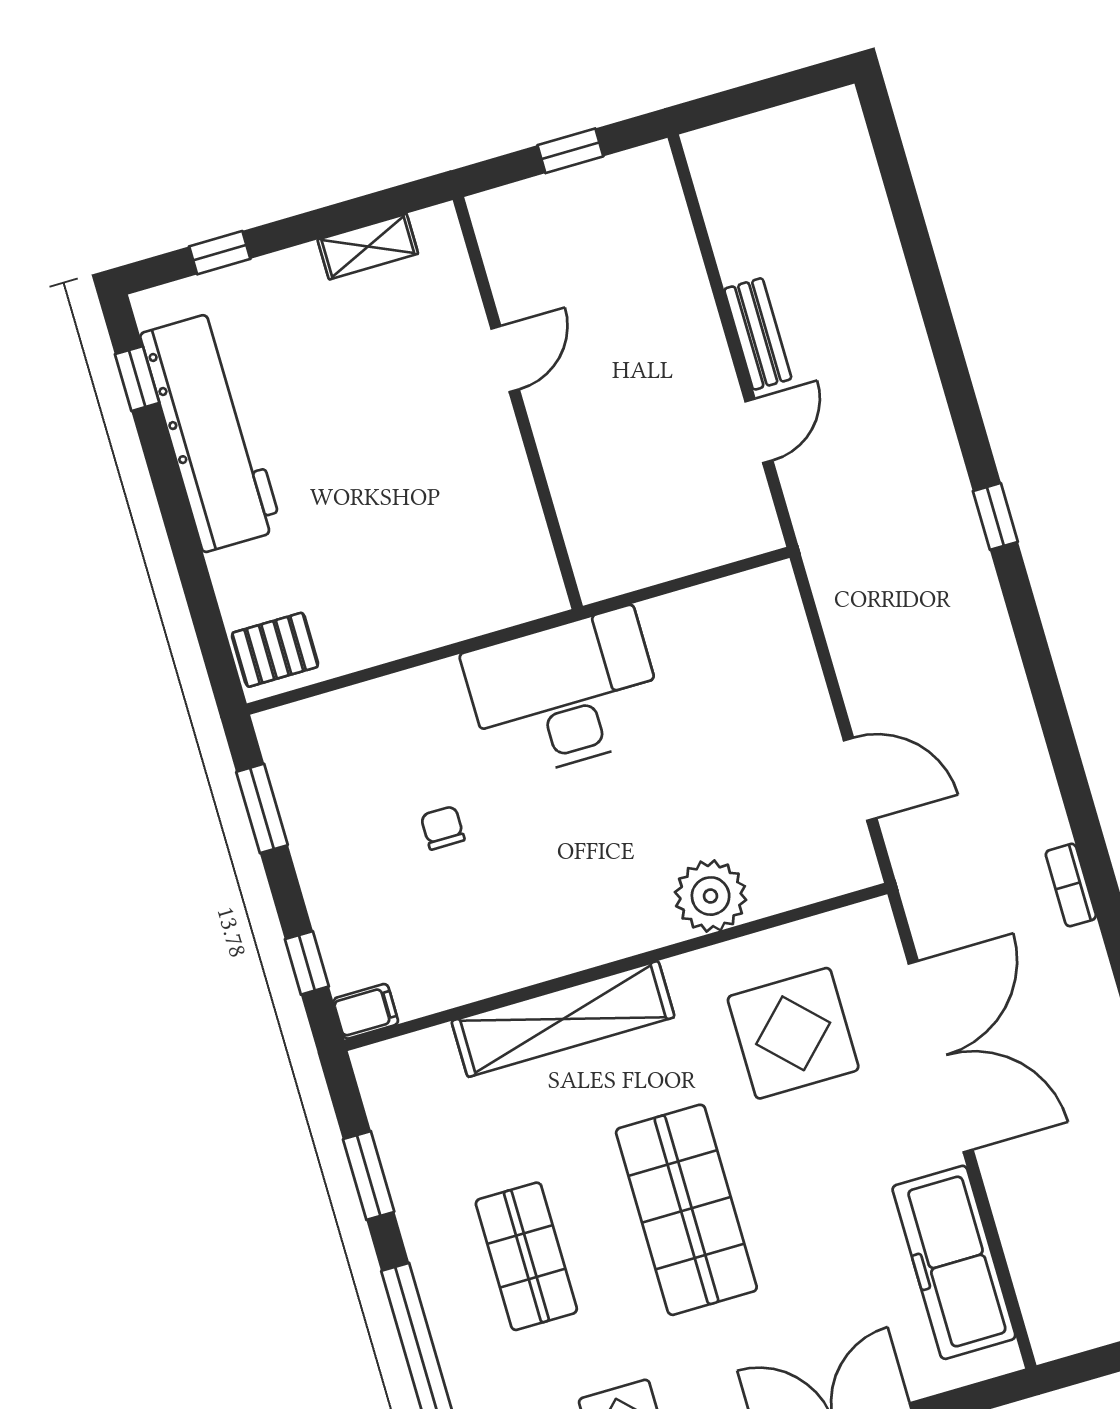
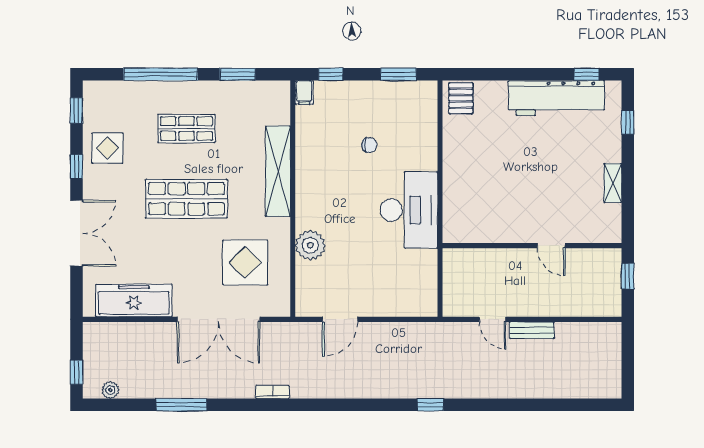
door: (505, 359) -> (551, 246), moved
wall: (518, 403) -> (532, 246), moved

